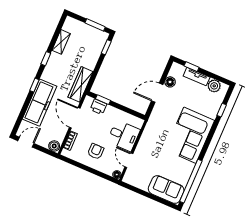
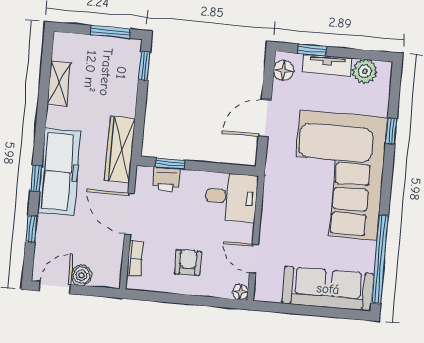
window: (46, 59) -> (31, 229), moved
floor lamp: (170, 82) -> (284, 70), moved
freezer: (40, 103) -> (59, 172), moved
window: (222, 110) -> (391, 131), moved
corner sofa: (190, 135) -> (339, 175), width x1.36, depth x1.36
desk: (124, 136) -> (231, 197), moved
boiler: (54, 146) -> (81, 275), moved
sofa: (166, 189) -> (328, 289), width x1.36

